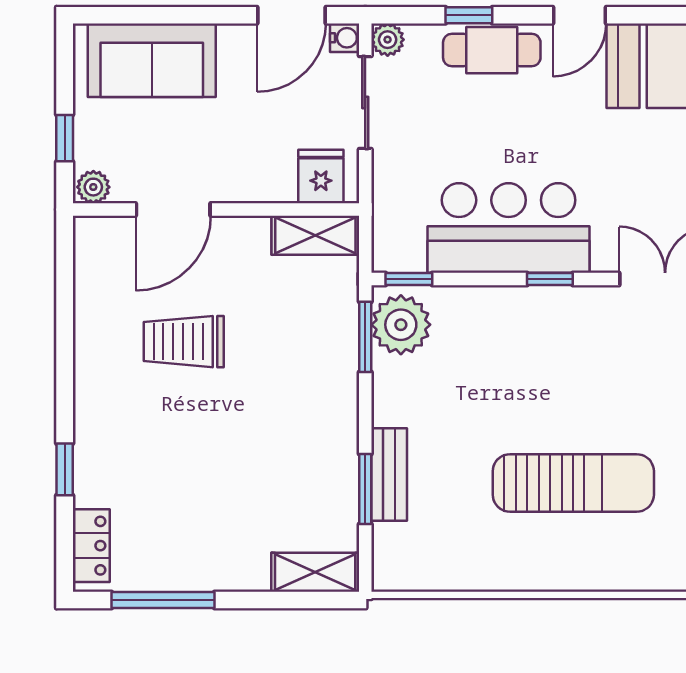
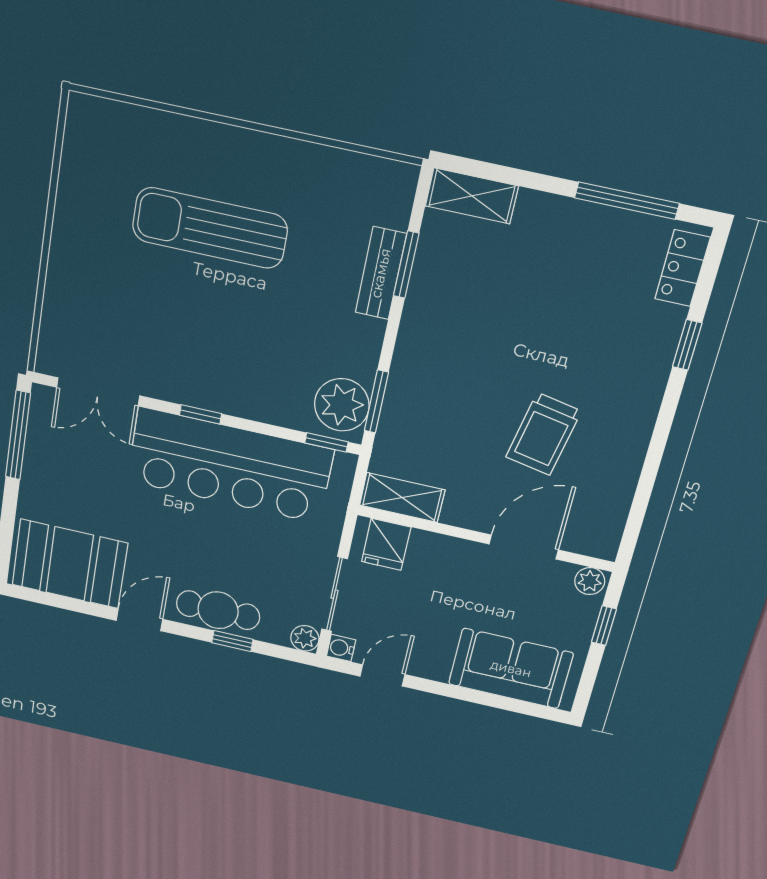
door: (291, 15) -> (382, 675), width x0.73
bar counter: (509, 228) -> (230, 465), width x1.36
trolley: (184, 342) -> (543, 434), turned 101

